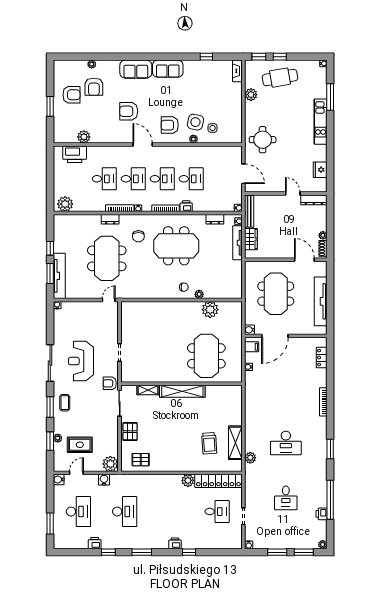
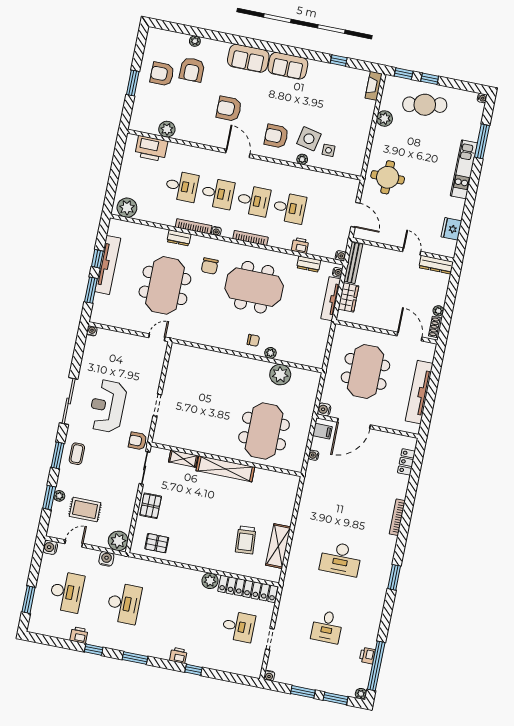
armchair: (71, 95) -> (162, 74), turned 180
printer: (186, 206) -> (300, 245), moved
tv unit: (59, 276) -> (108, 265), moved
plant: (250, 458) -> (293, 568), removed
window: (330, 500) -> (376, 666), moved

